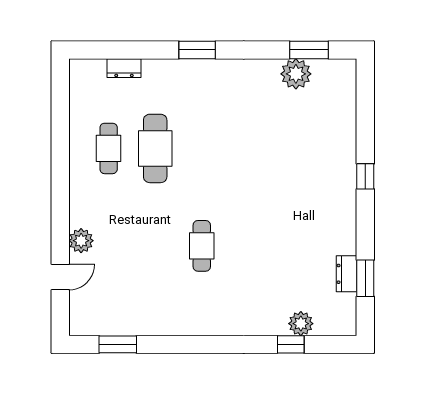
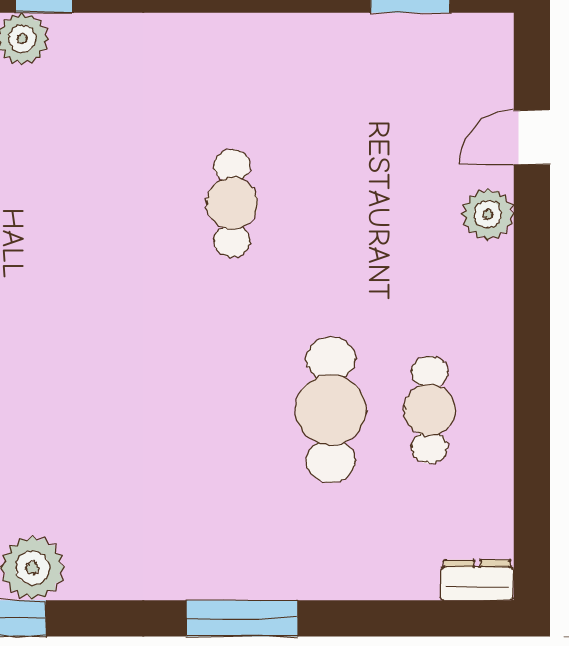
window: (197, 50) -> (242, 618), width x1.44
dresser: (124, 68) -> (477, 580), moved

